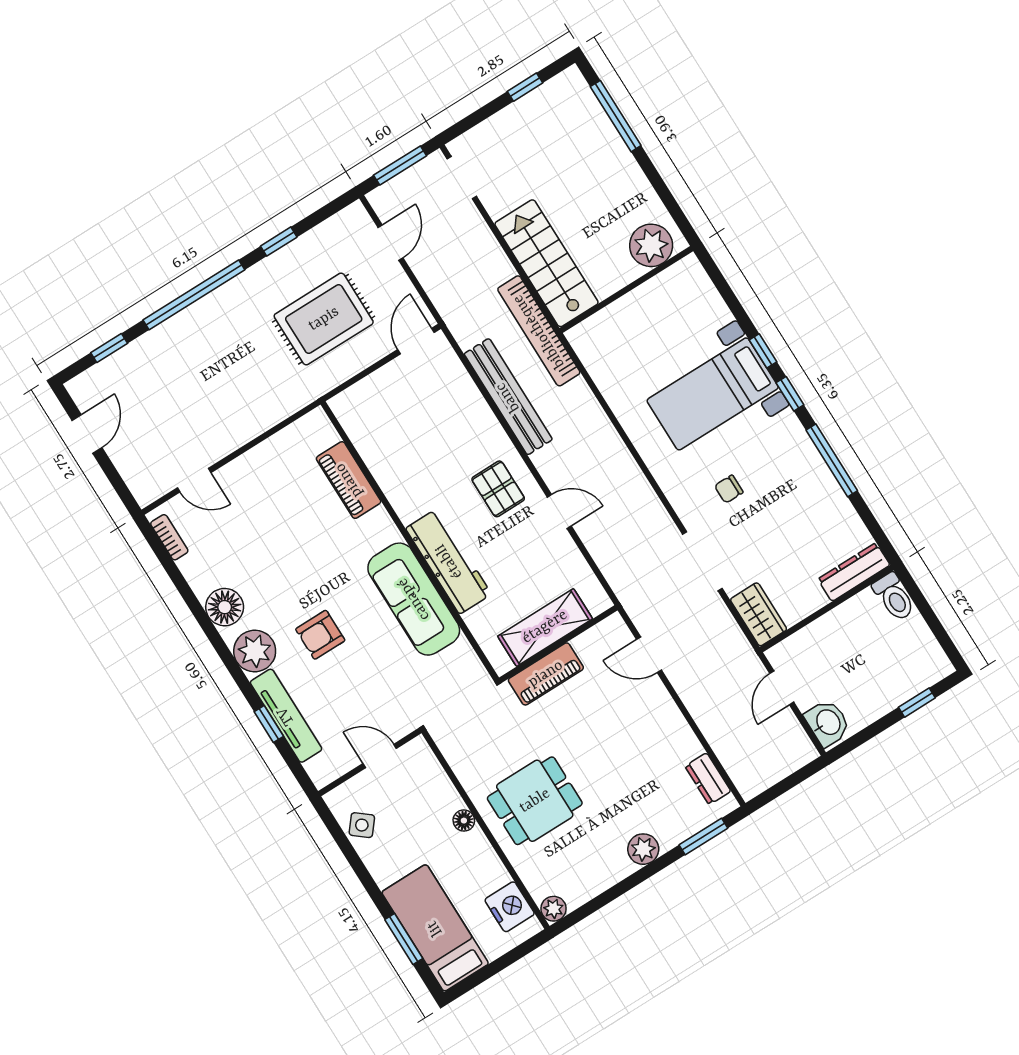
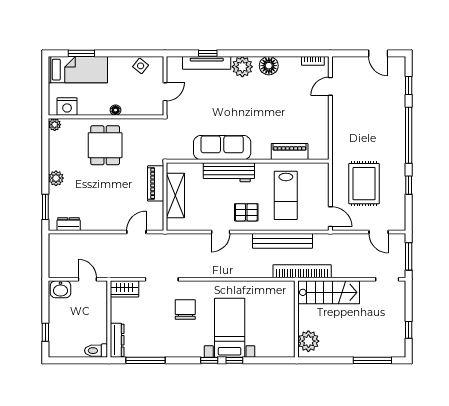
lab bench: (427, 440) -> (286, 195), added
window: (832, 460) -> (146, 360), moved
chair: (729, 489) -> (185, 309), width x1.87, depth x1.87
armchair: (320, 635) -> (232, 99), removed

